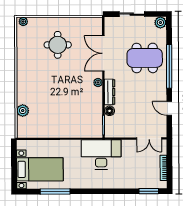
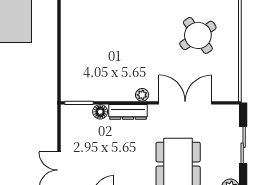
round table: (58, 45) -> (198, 35), turned -35
desk: (101, 155) -> (36, 99), removed

